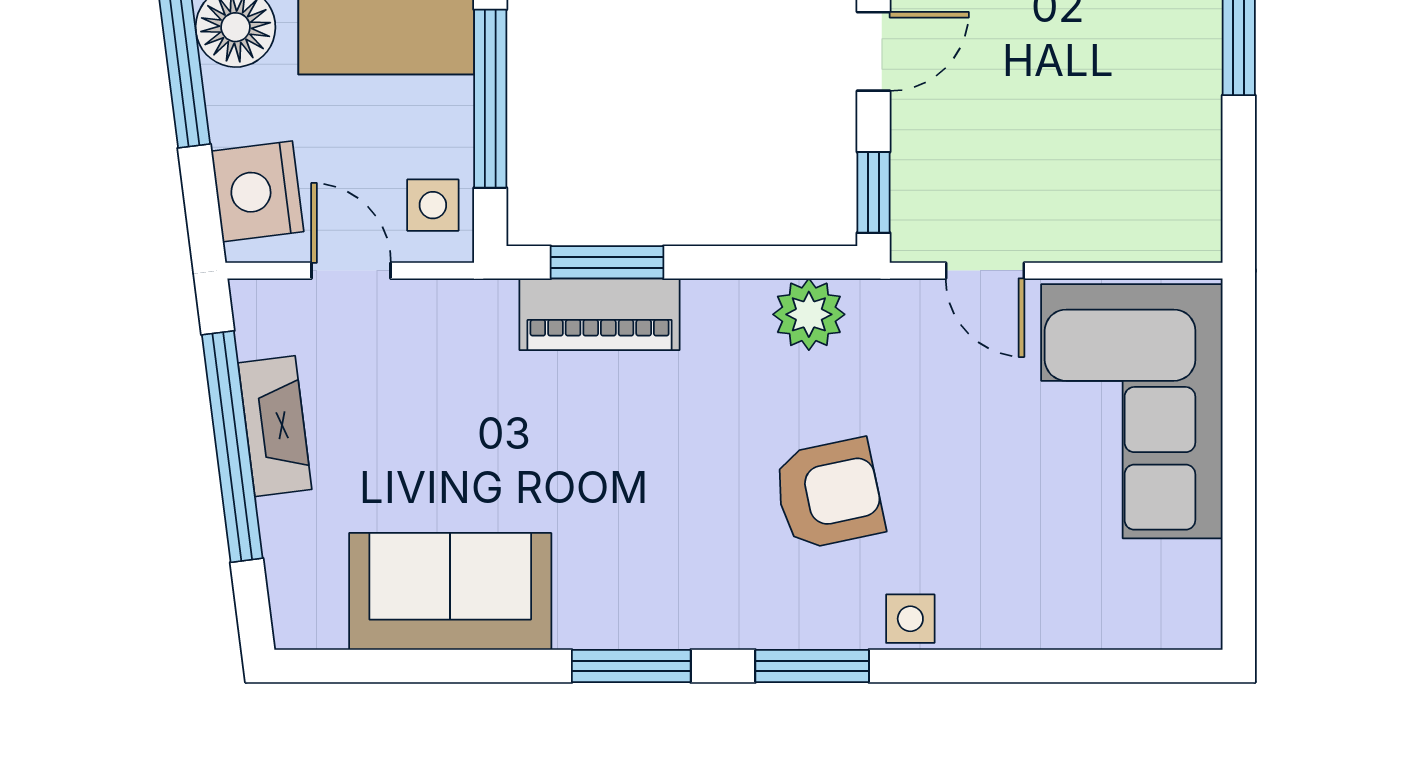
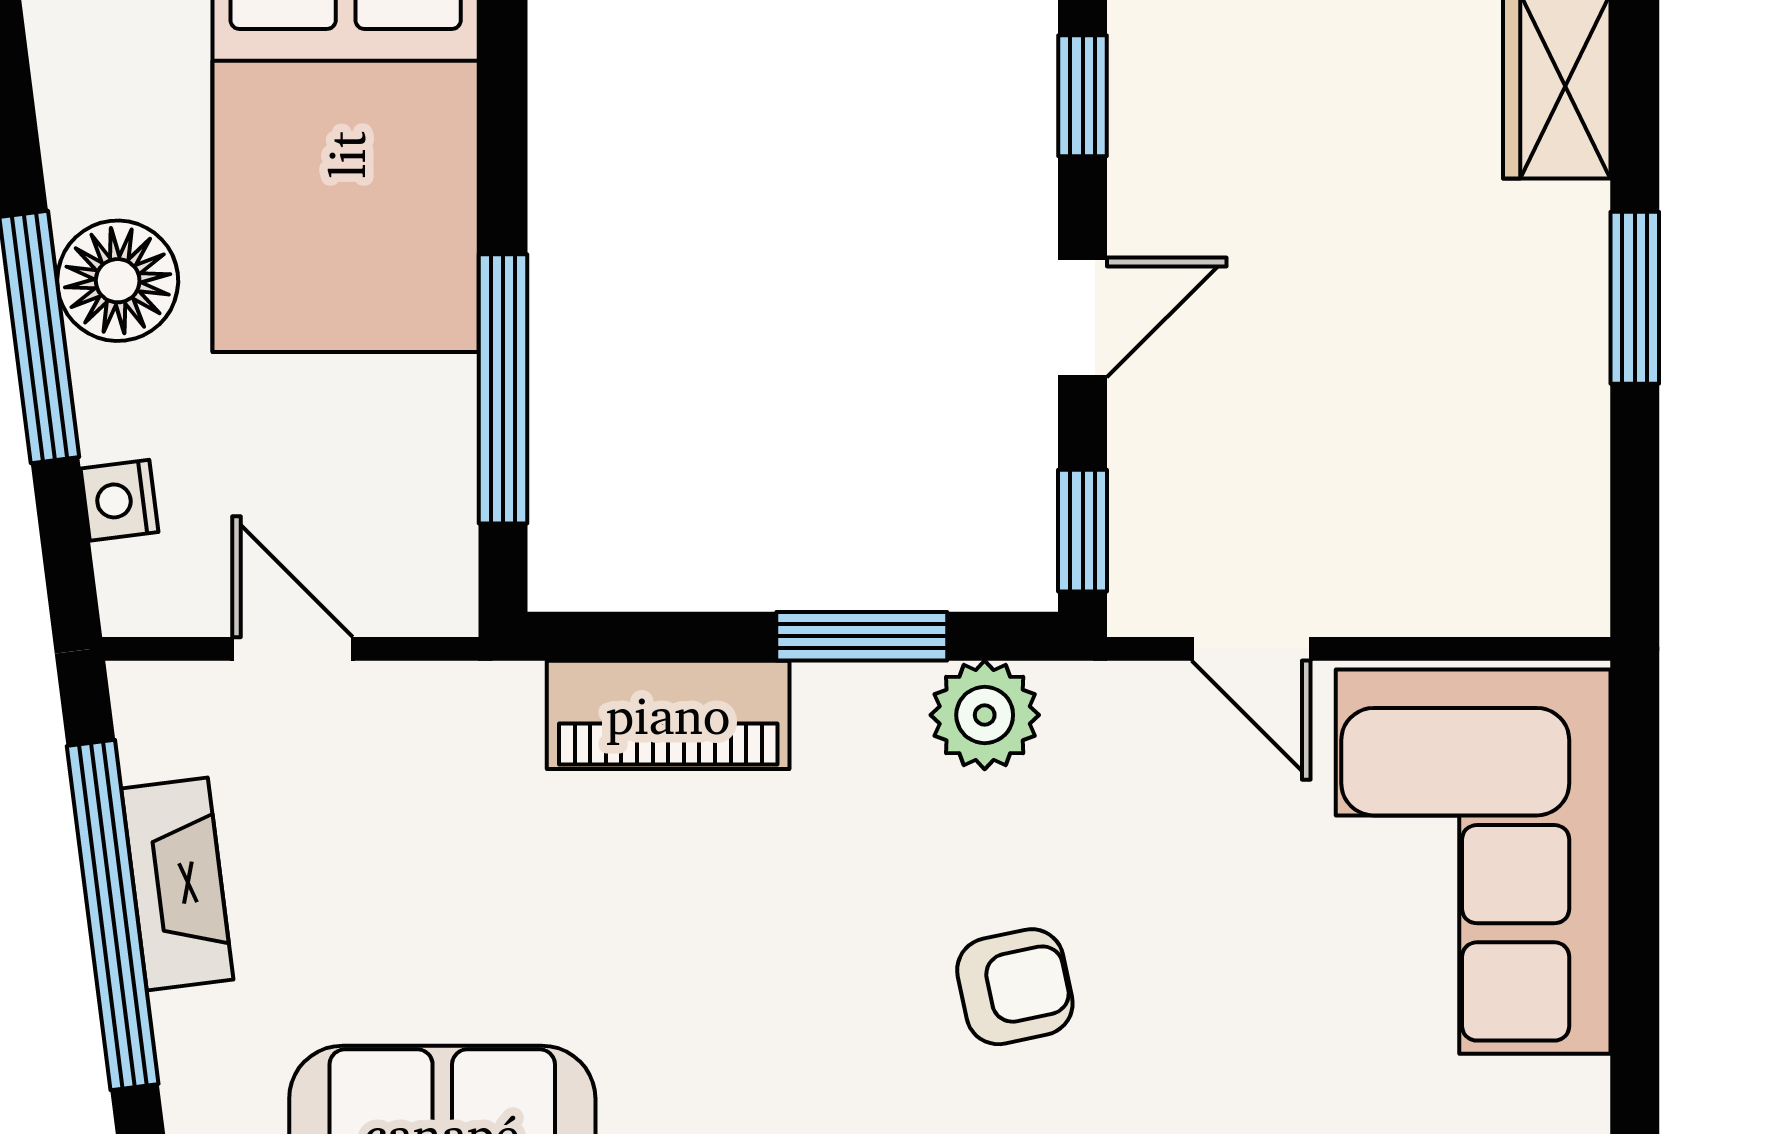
nightstand: (257, 191) -> (119, 500), width x0.53, depth x0.56
side table: (433, 205) -> (416, 550), removed
window: (607, 262) -> (862, 636), moved
armchair: (829, 494) -> (1015, 987), width x0.72, depth x0.72

